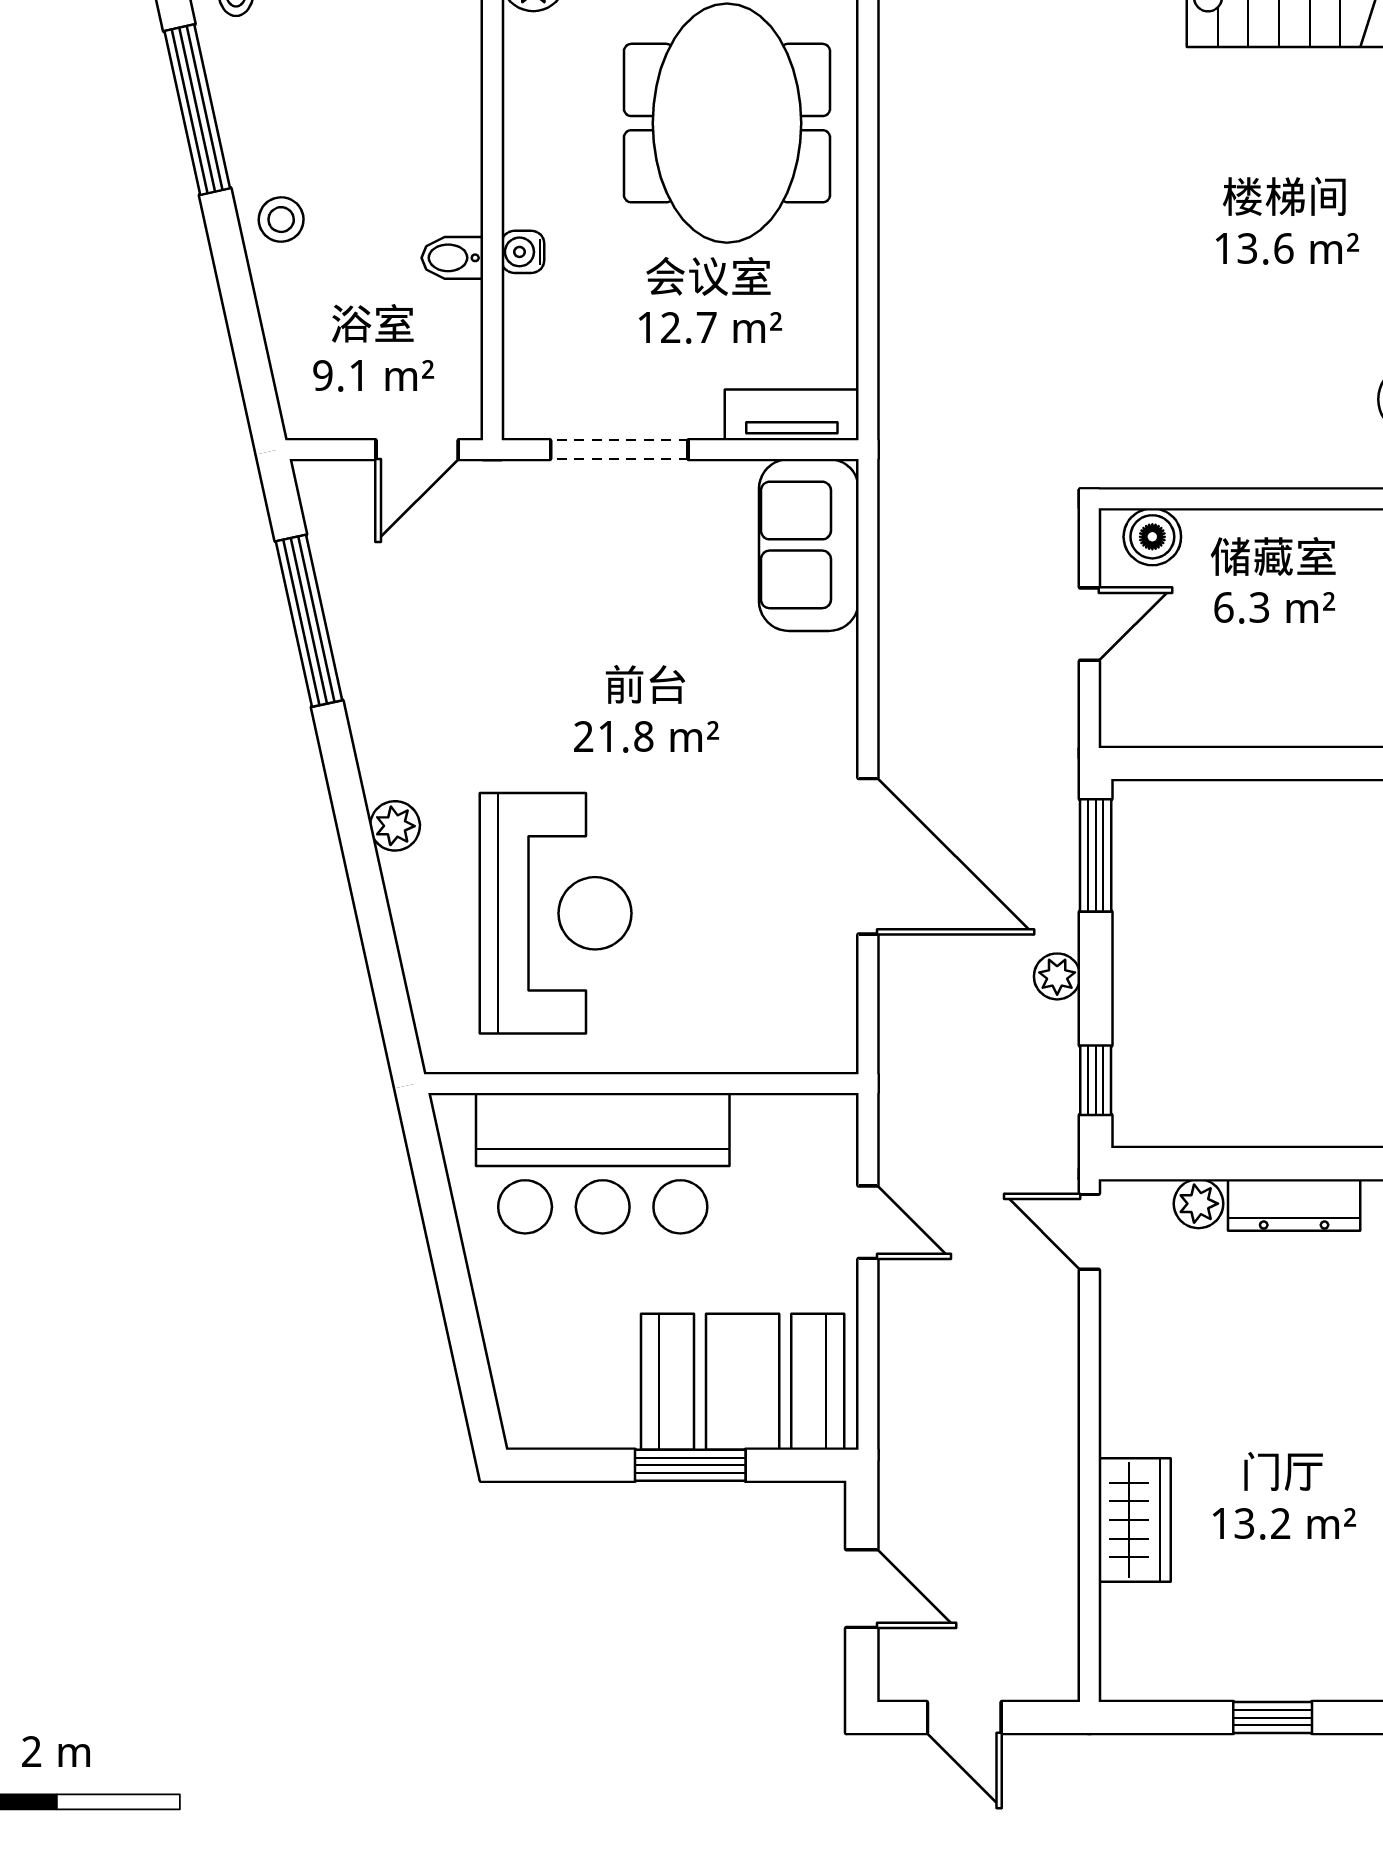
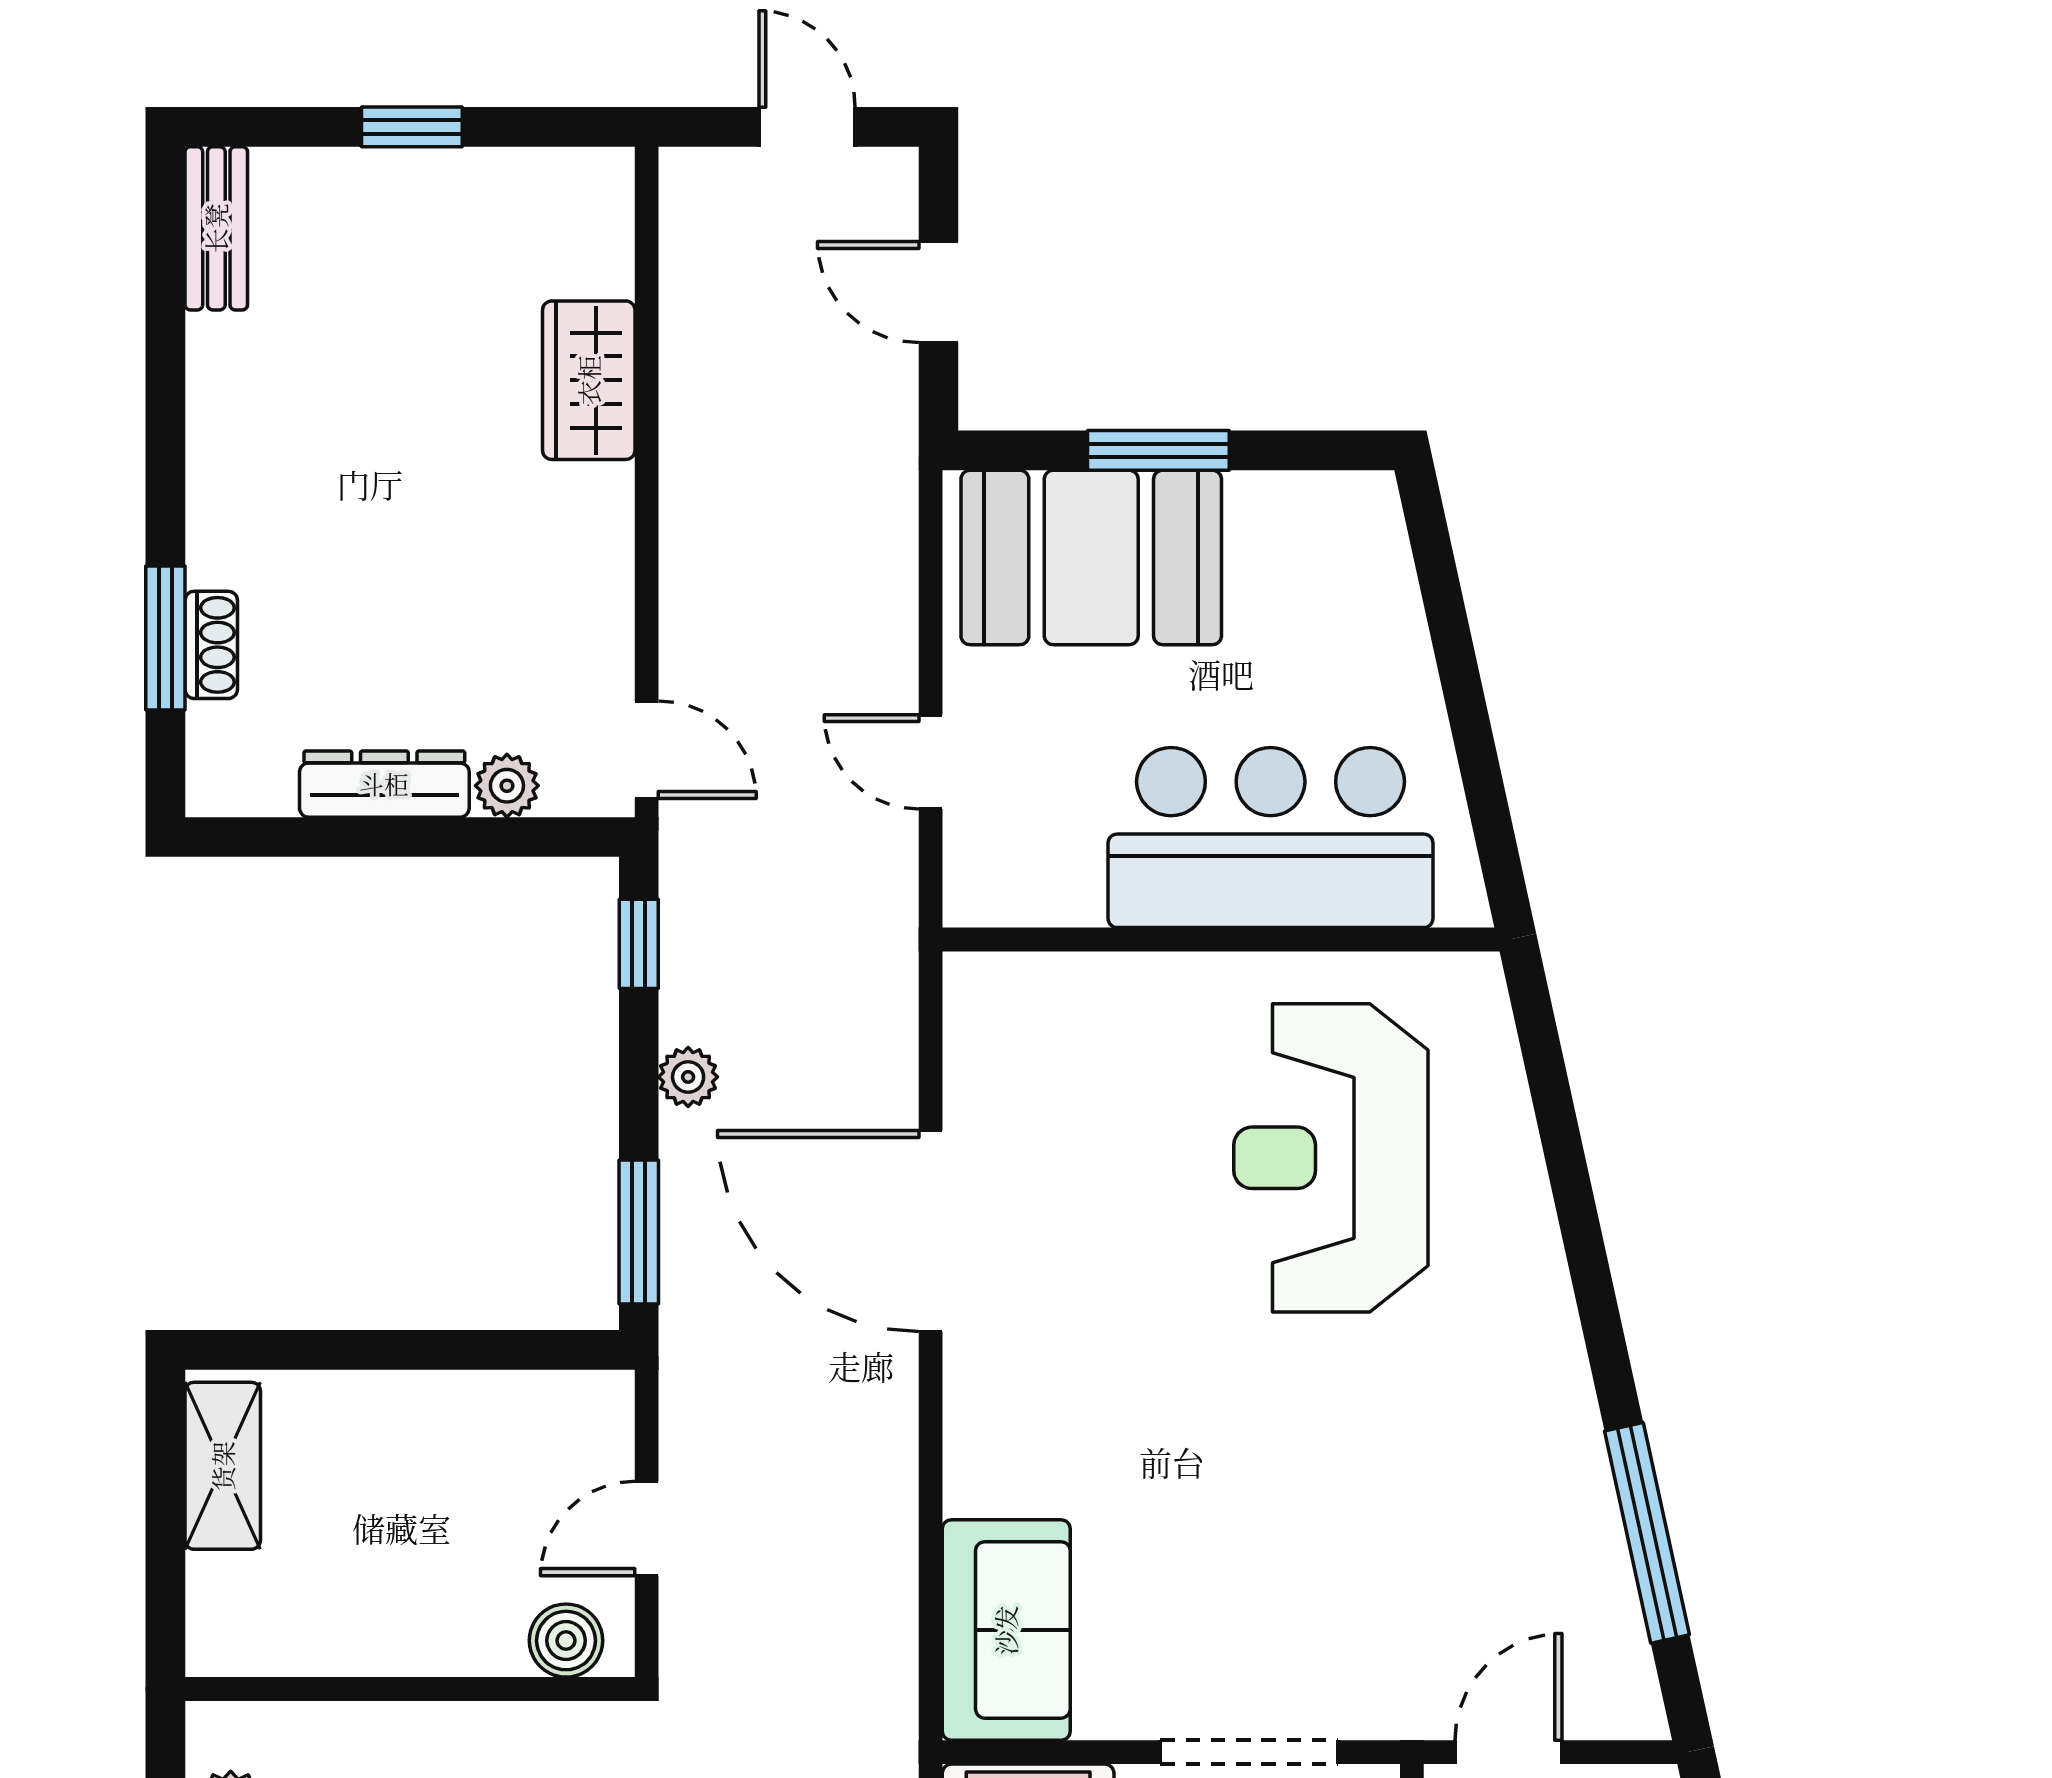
plant: (395, 826) -> (1537, 1270), removed

